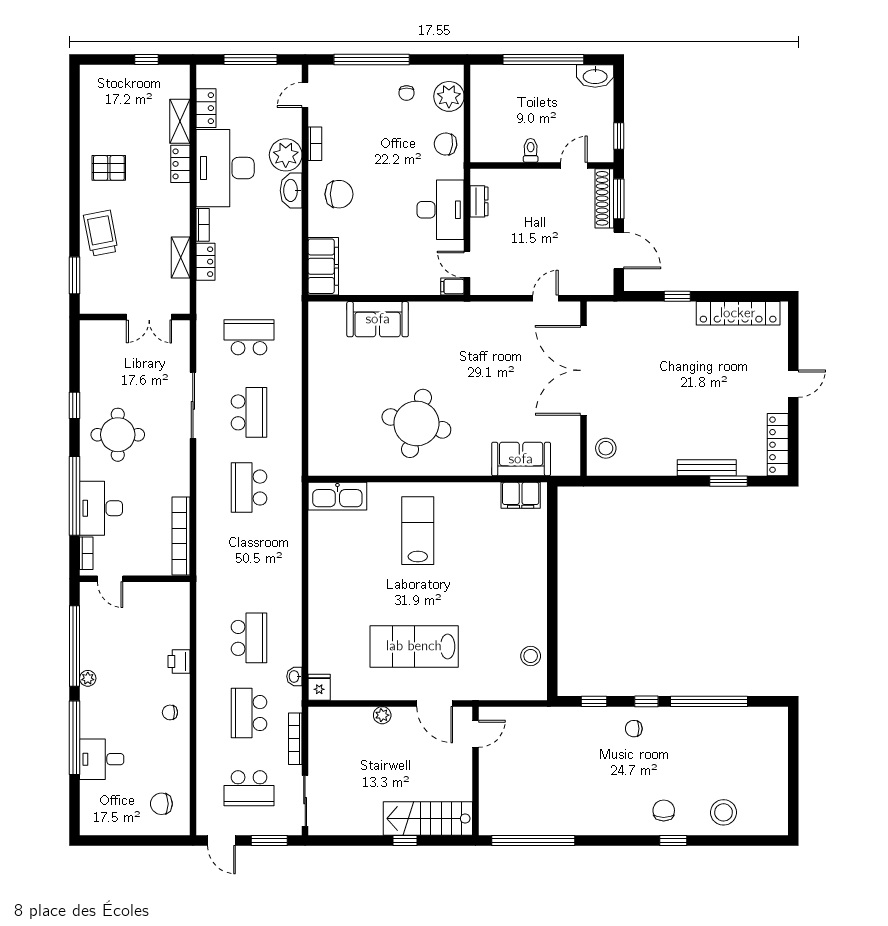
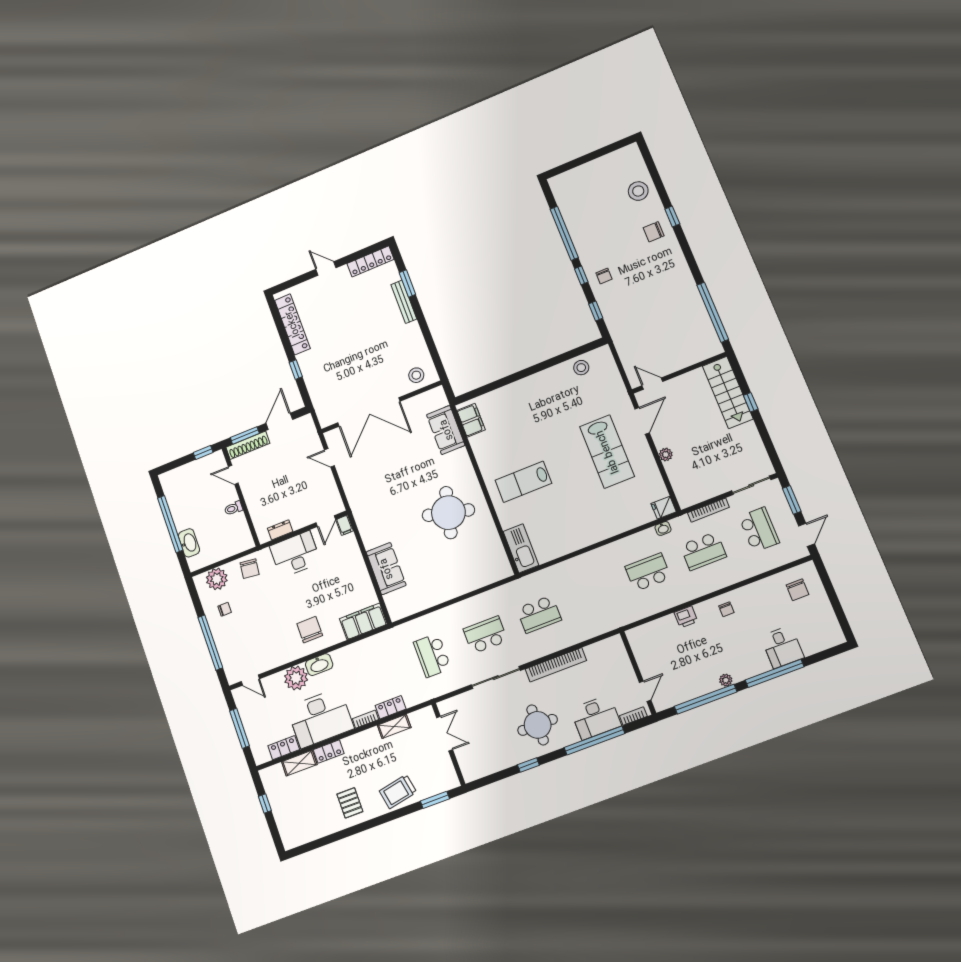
washbasin: (595, 76) -> (189, 543), moved
bookcase: (315, 144) -> (281, 660), removed
bookcase: (181, 536) -> (556, 665), moved

